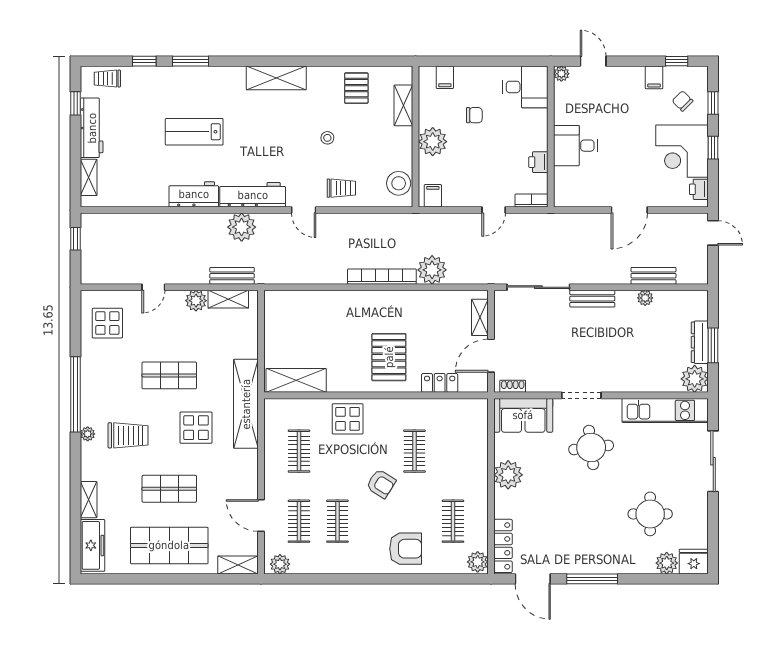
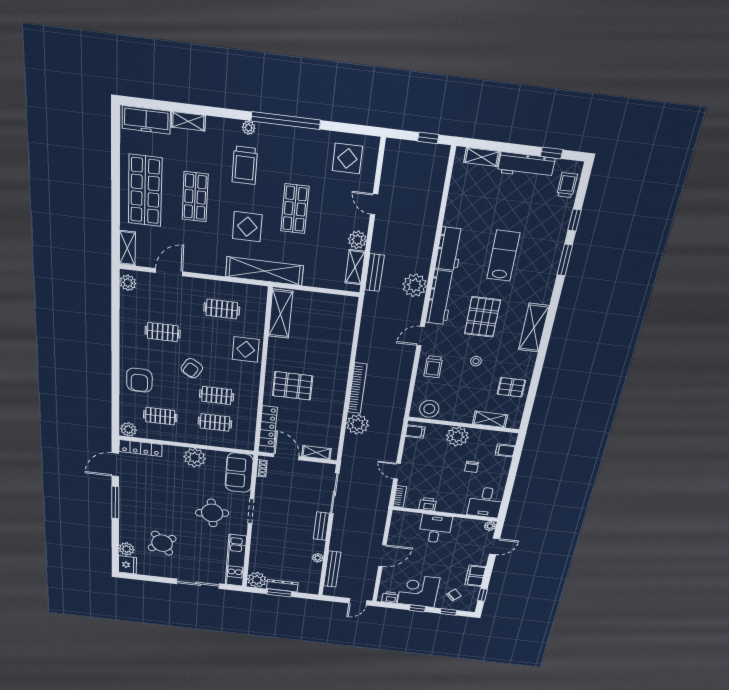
filing cabinet: (654, 77) -> (475, 576), width x2.00
pallet: (270, 141) -> (482, 317), added
door: (629, 210) -> (382, 556), swing flipped
bench: (654, 276) -> (332, 569), width x1.36
locker: (440, 383) -> (268, 426), width x1.53
round table: (650, 514) -> (162, 543), turned -35
clothes rail: (299, 521) -> (215, 422), moved

